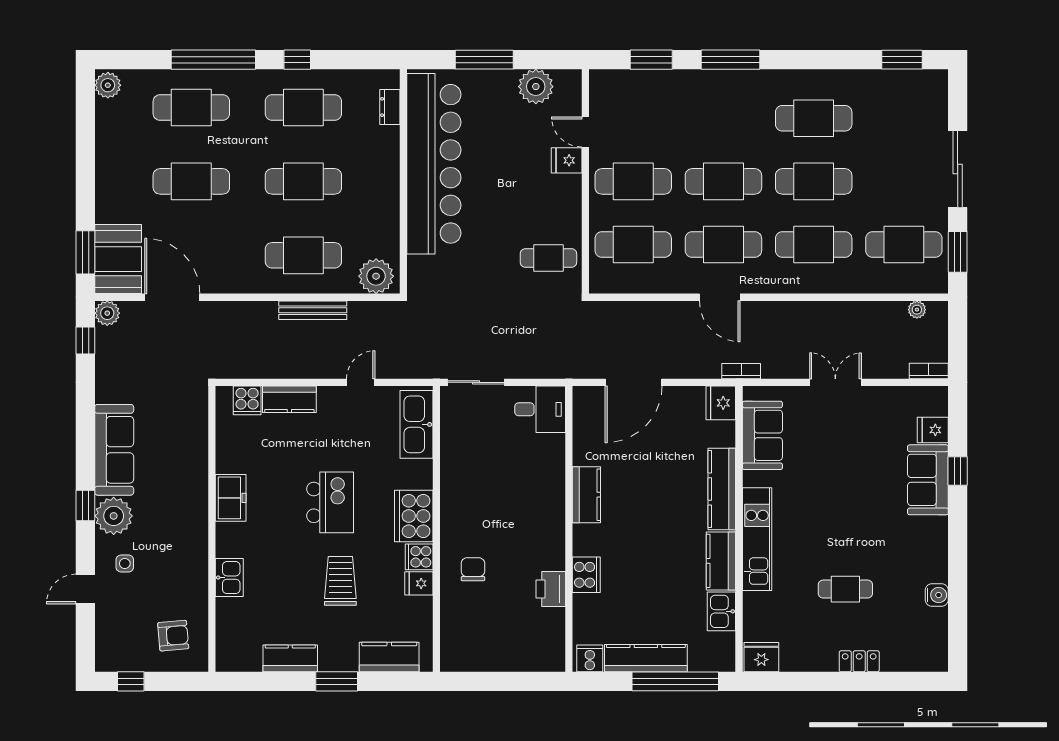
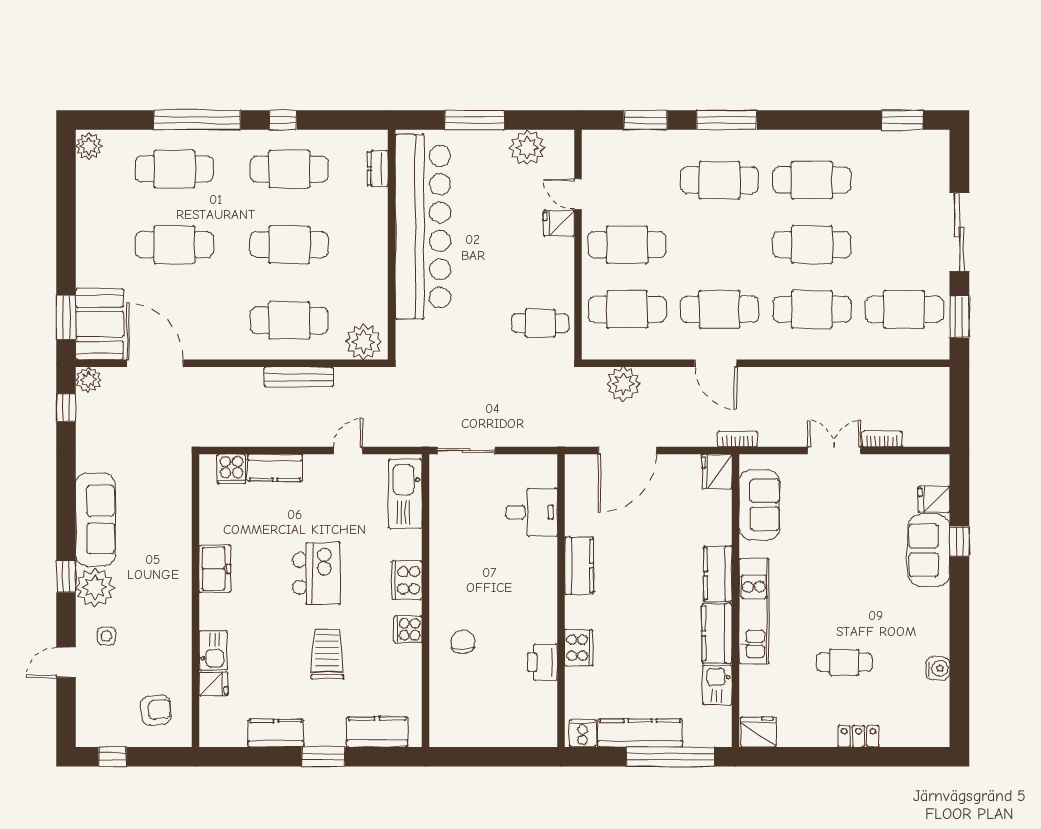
cafe table: (723, 181) -> (719, 180), moved
plant: (917, 310) -> (623, 384), moved, width x1.87, depth x1.87
bookcase: (929, 371) -> (882, 439), moved
desk: (540, 409) -> (532, 512), moved
kitchen counter: (722, 489) -> (718, 574), width x0.67
cooker: (414, 516) -> (407, 580), width x0.73, depth x0.76
fridge: (419, 583) -> (213, 684), moved, turned 180

